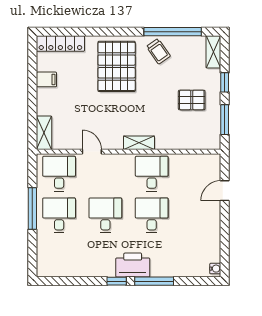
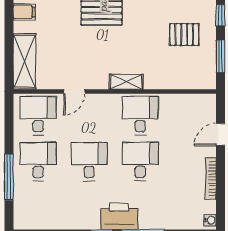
shelving: (44, 133) -> (24, 61), width x1.50, depth x1.33
door: (92, 152) -> (74, 91), swing flipped
window: (32, 209) -> (9, 177), moved
bookcase: (216, 231) -> (211, 179), added

